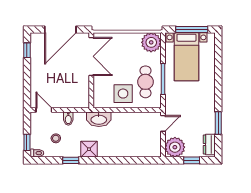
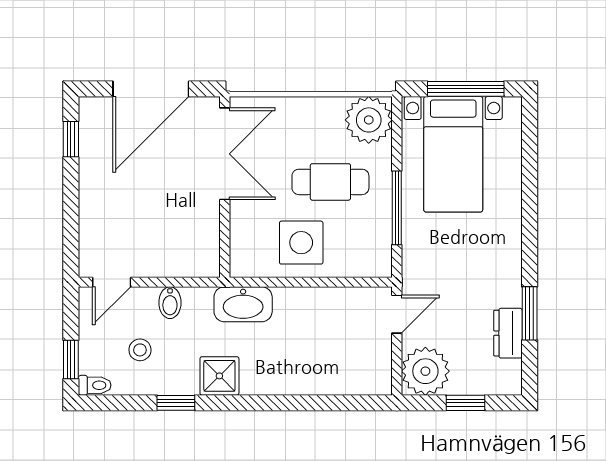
cafe table: (145, 82) -> (330, 182), moved, turned 90
door: (44, 110) -> (112, 282), swing flipped
dresser: (209, 144) -> (508, 333), moved

